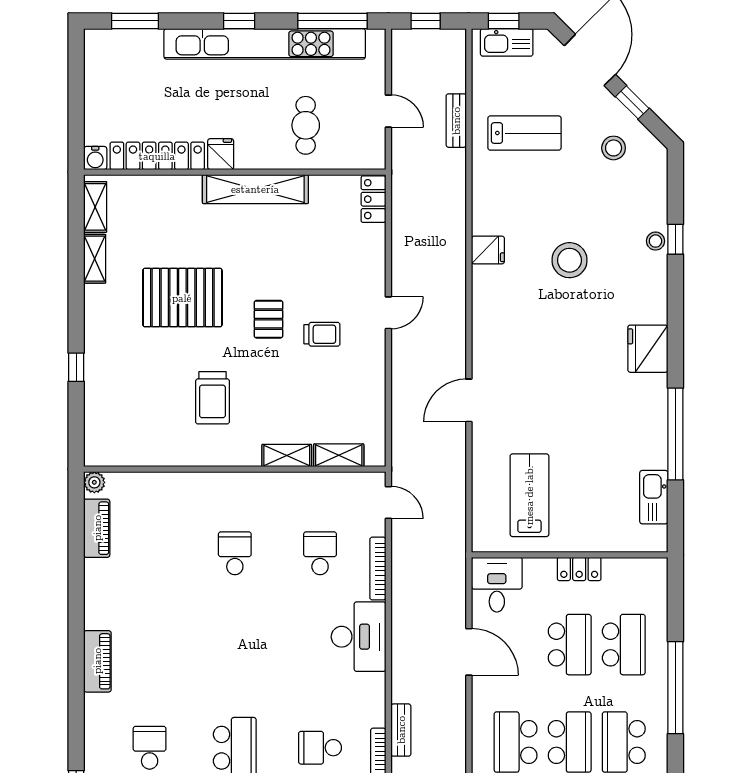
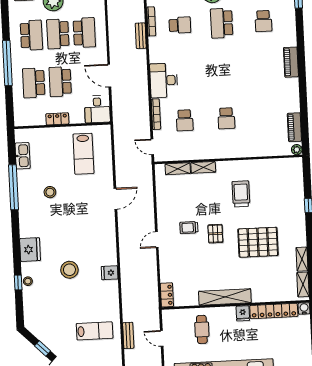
lab bench: (524, 133) -> (95, 331), turned 180
stool: (614, 148) -> (50, 192), moved
fridge: (648, 349) -> (30, 250), moved

